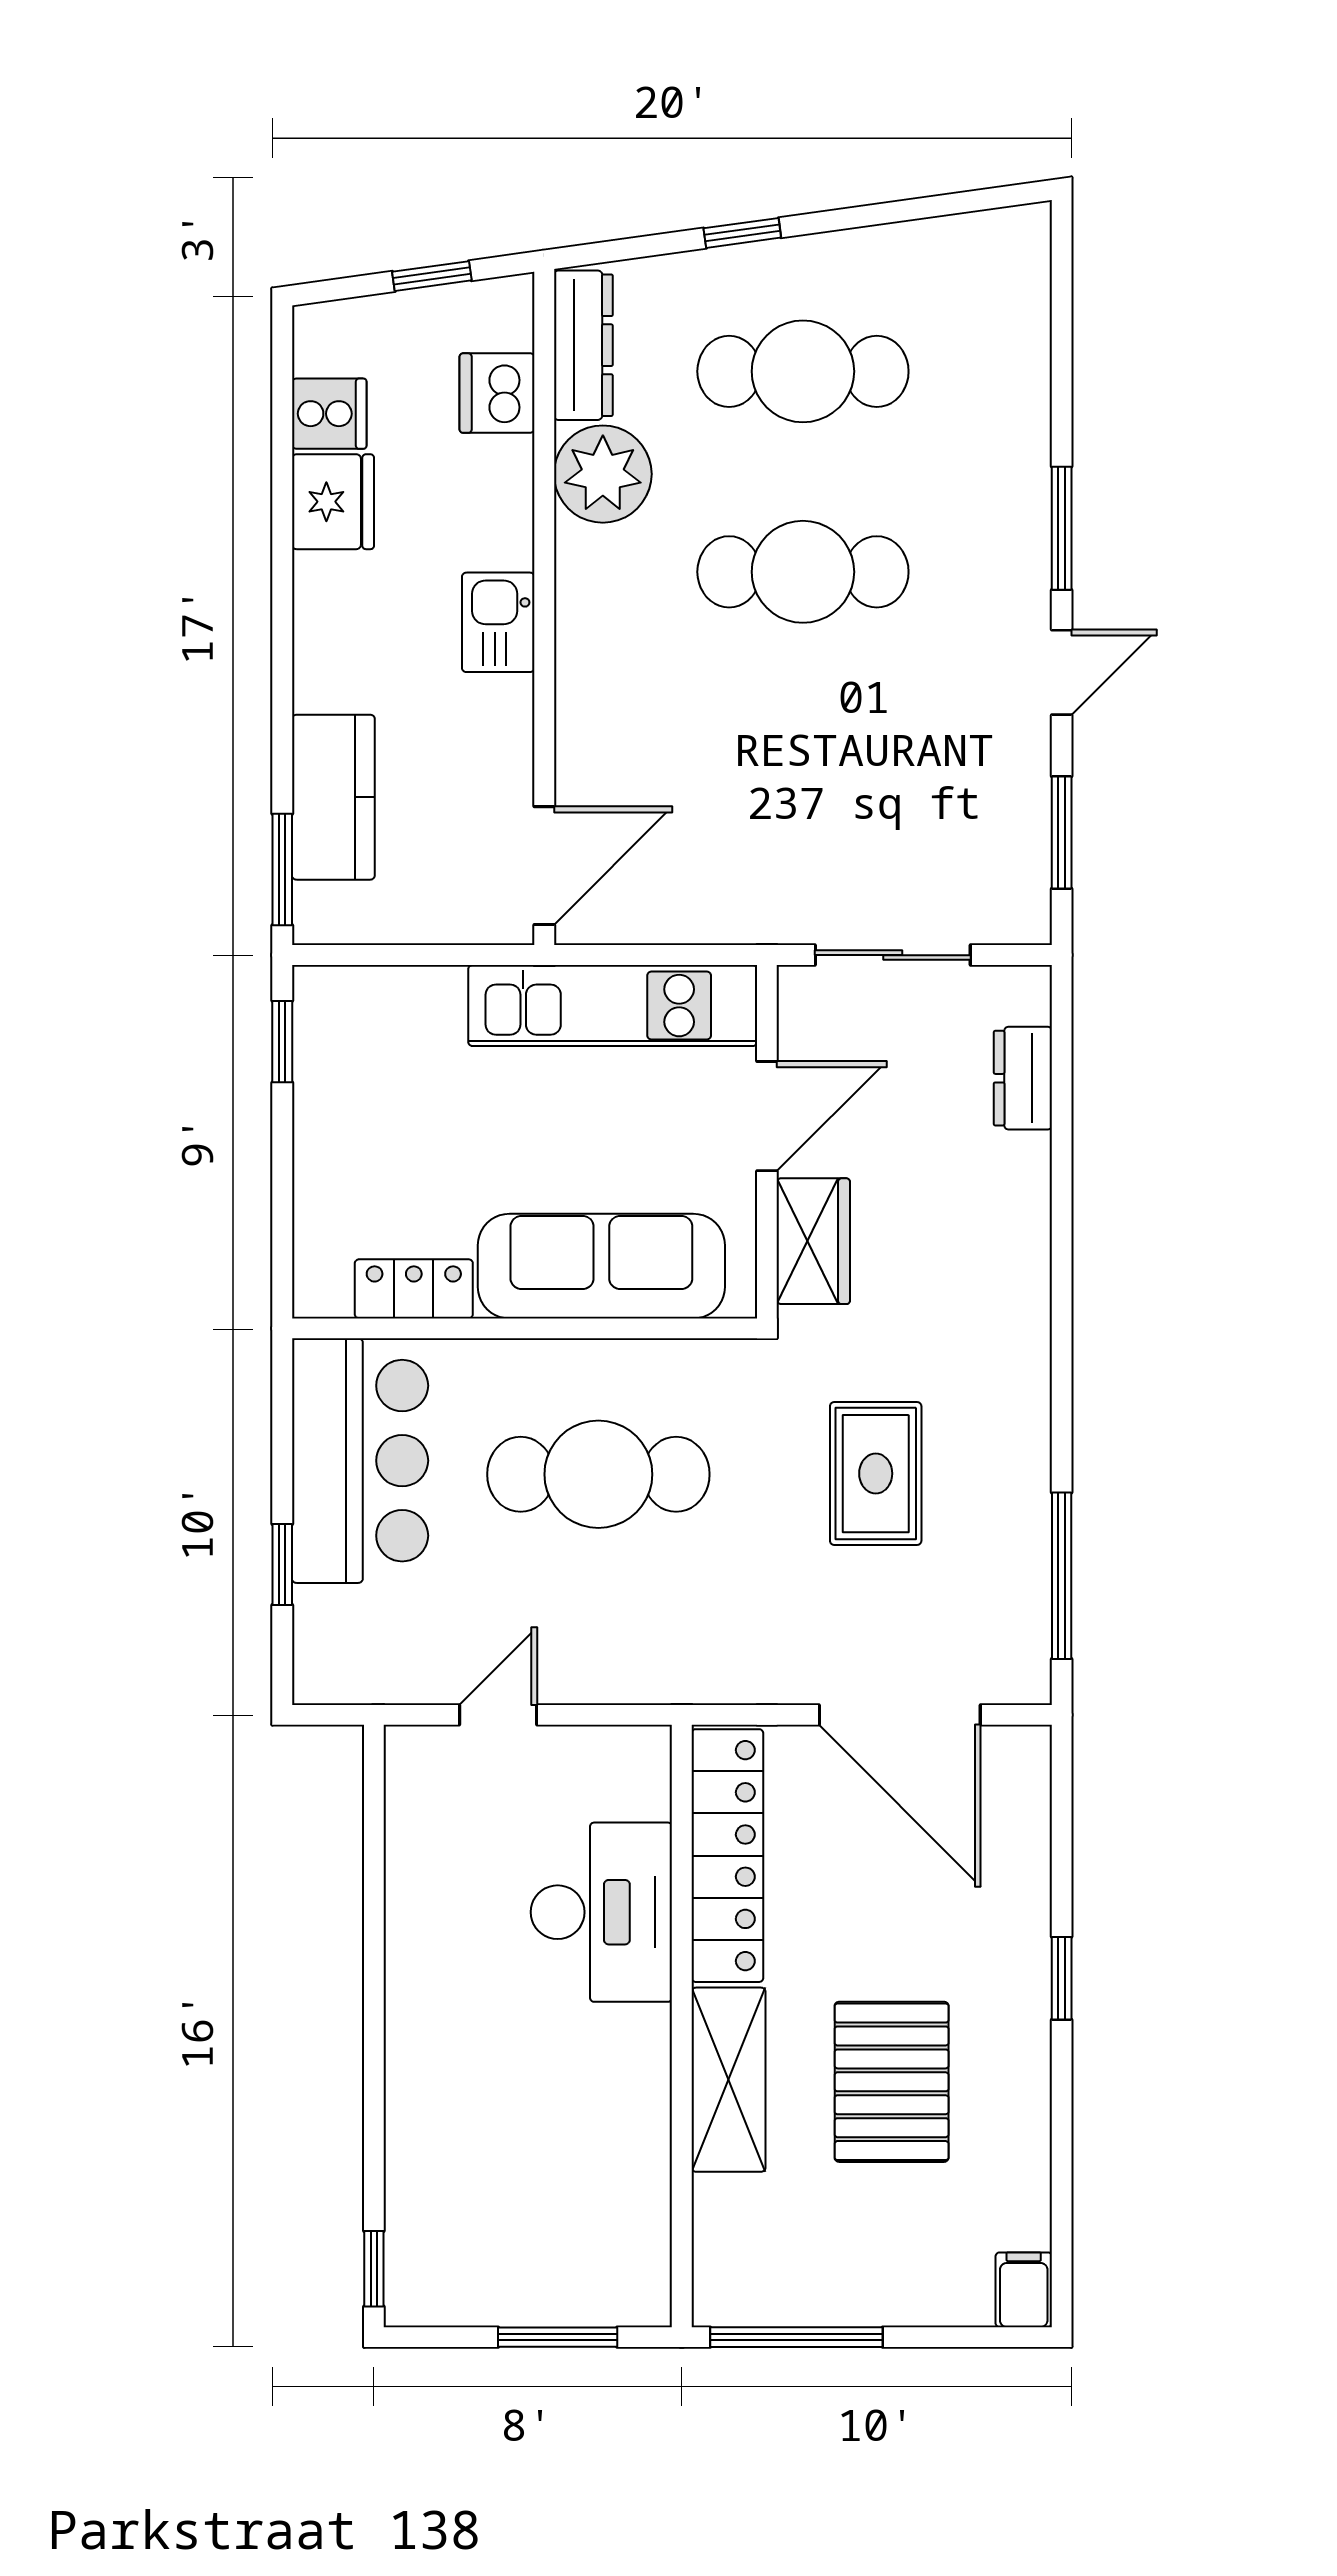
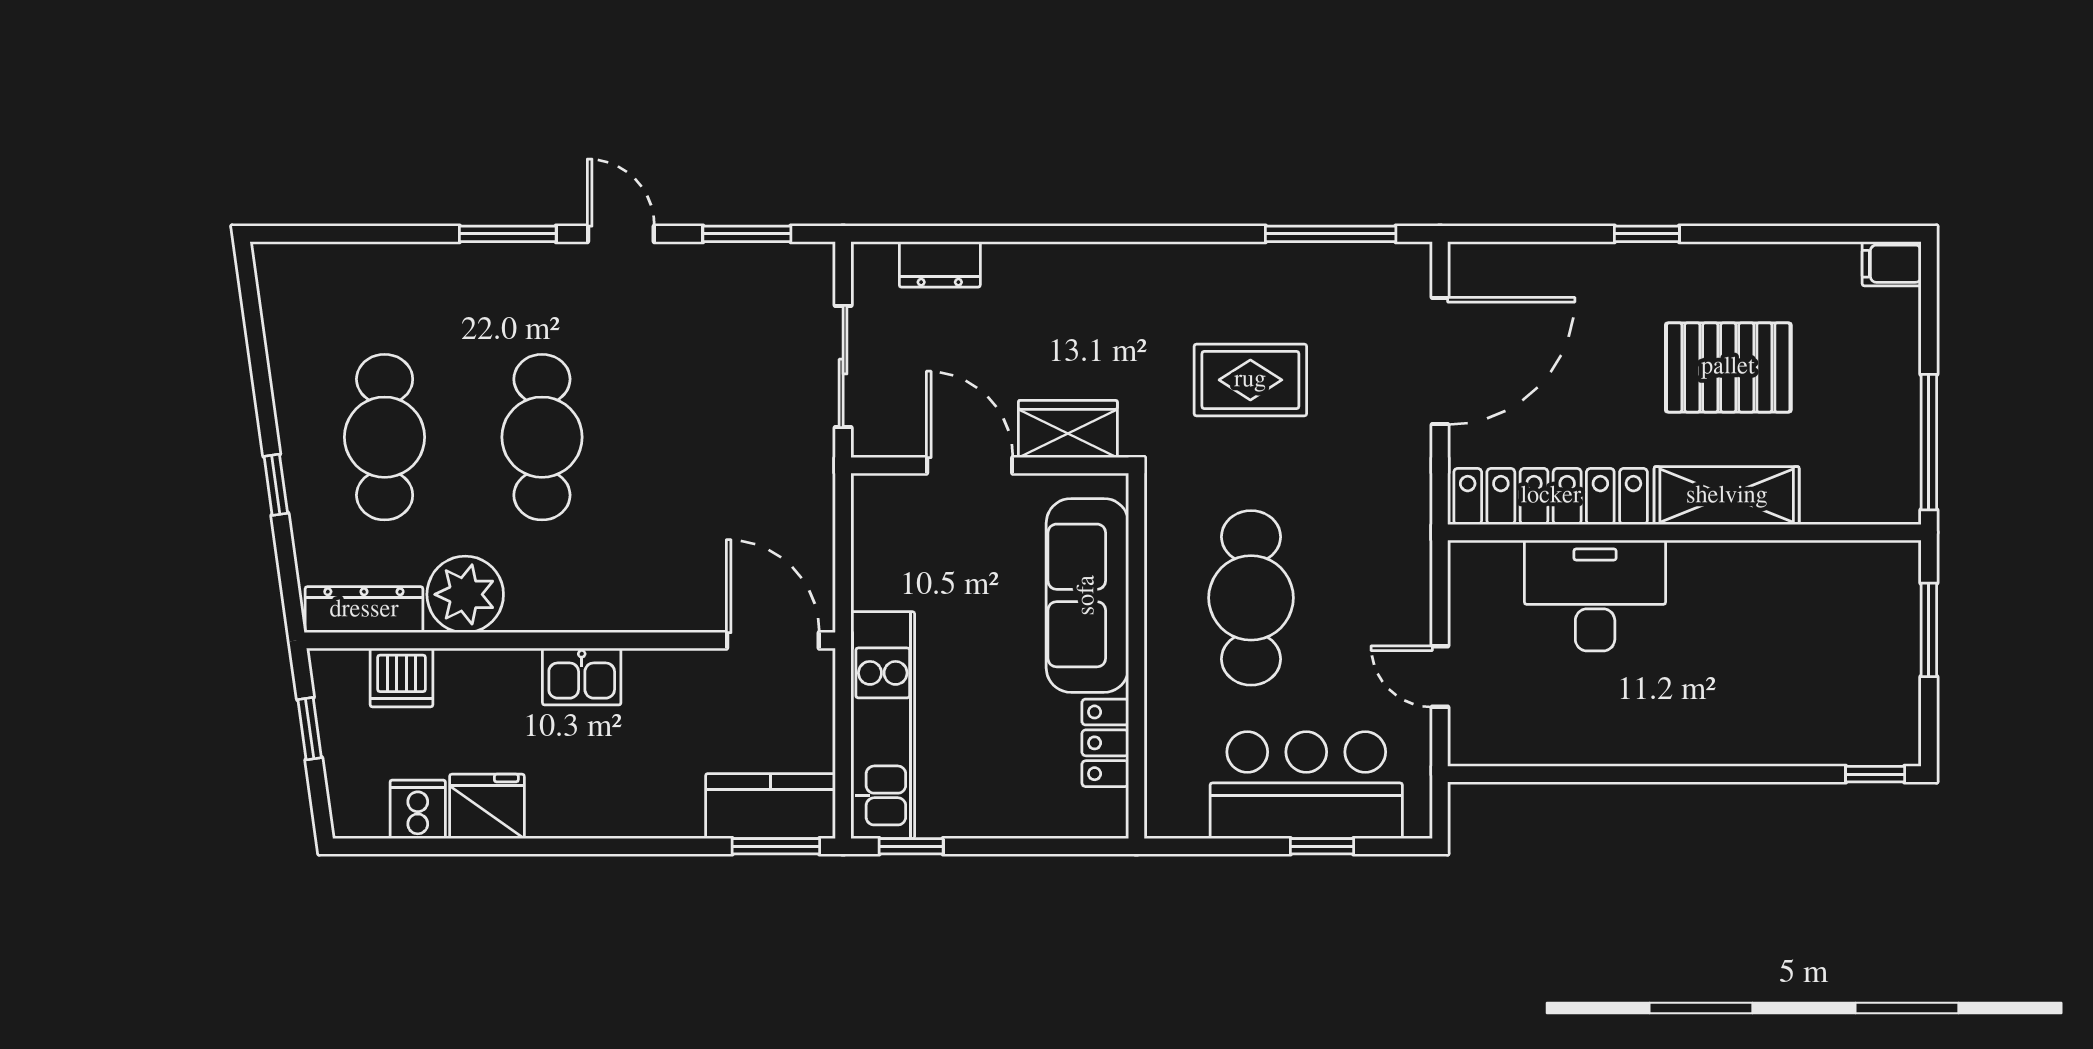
kitchen counter: (333, 797) -> (770, 806), moved
kitchen unit: (613, 1006) -> (883, 725), moved
bar counter: (360, 1461) -> (1306, 785), moved

